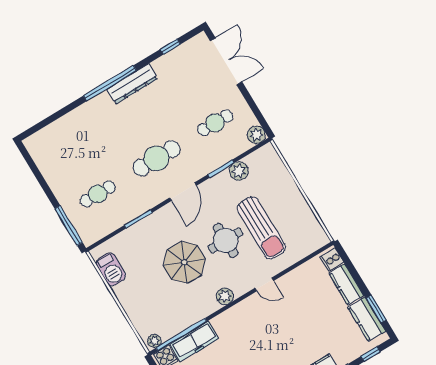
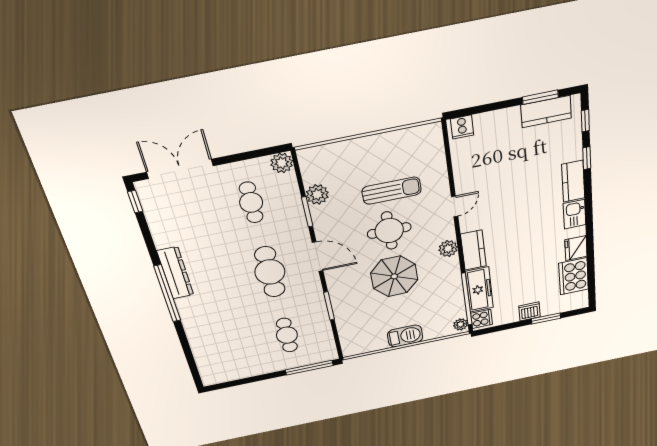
window: (170, 47) -> (135, 202), moved
sun lounger: (261, 228) -> (392, 191), width x0.73, depth x0.75
barbecue: (111, 269) -> (405, 336), moved
kitchen counter: (346, 284) -> (473, 250), moved, turned -90

